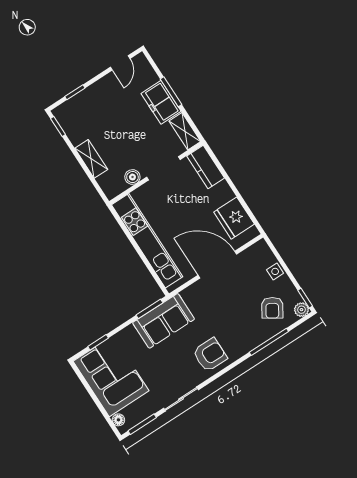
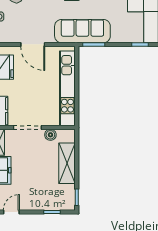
shelving: (91, 159) -> (67, 163), width x1.50, depth x1.33
door: (217, 265) -> (33, 44), width x0.73
sofa: (164, 321) -> (82, 31), width x1.36

